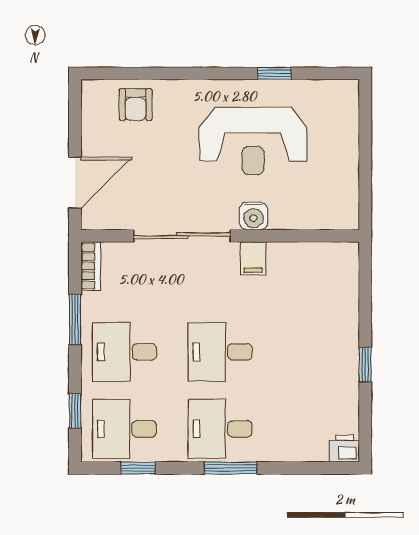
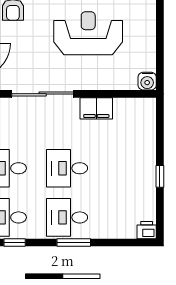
reception desk: (253, 141) -> (88, 33), turned 180
water cooler: (253, 216) -> (147, 81), moved
filing cabinet: (253, 258) -> (96, 108), width x2.00

